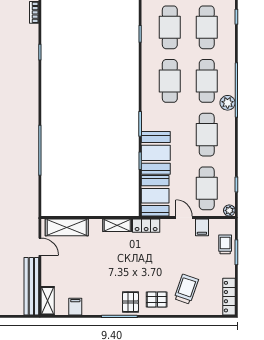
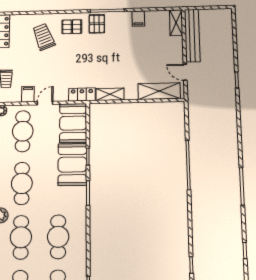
door: (184, 217) -> (45, 103), swing flipped
trolley: (186, 289) -> (44, 37), turned 140
filing cabinet: (75, 307) -> (138, 19), moved

